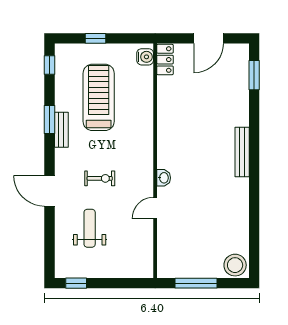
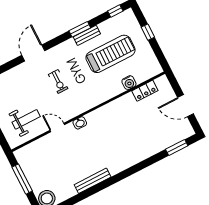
water cooler: (145, 57) -> (129, 83), moved
locker: (165, 60) -> (145, 91), moved
bench: (61, 130) -> (87, 35), moved
bench: (242, 152) -> (93, 181), moved
weight bench: (90, 228) -> (26, 119), moved

